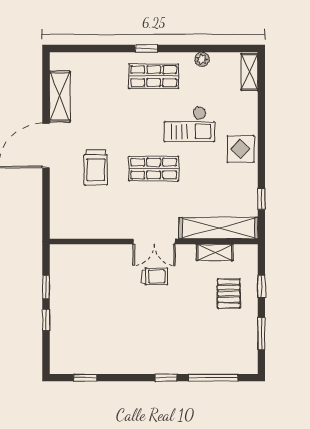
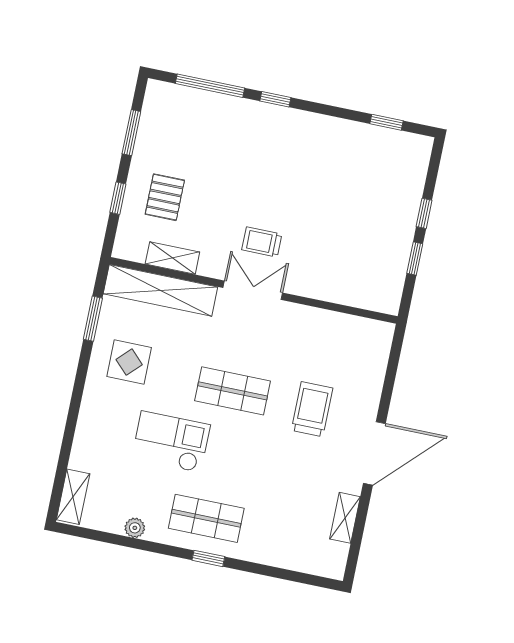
shelving: (60, 96) -> (345, 518), width x0.67, depth x0.75
display table: (241, 149) -> (129, 362), moved
window: (261, 199) -> (93, 319), width x1.50

